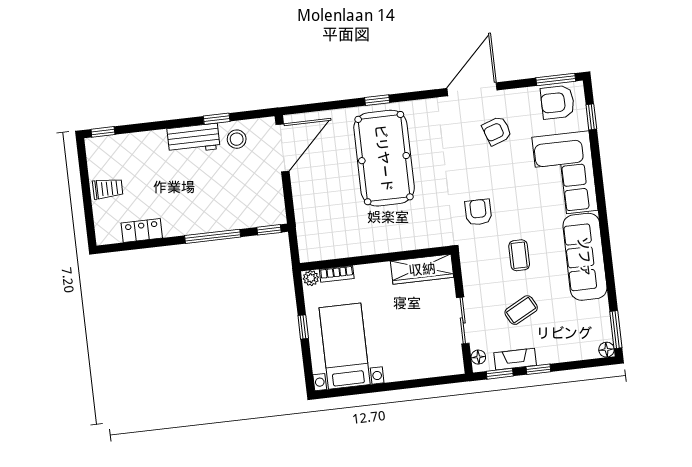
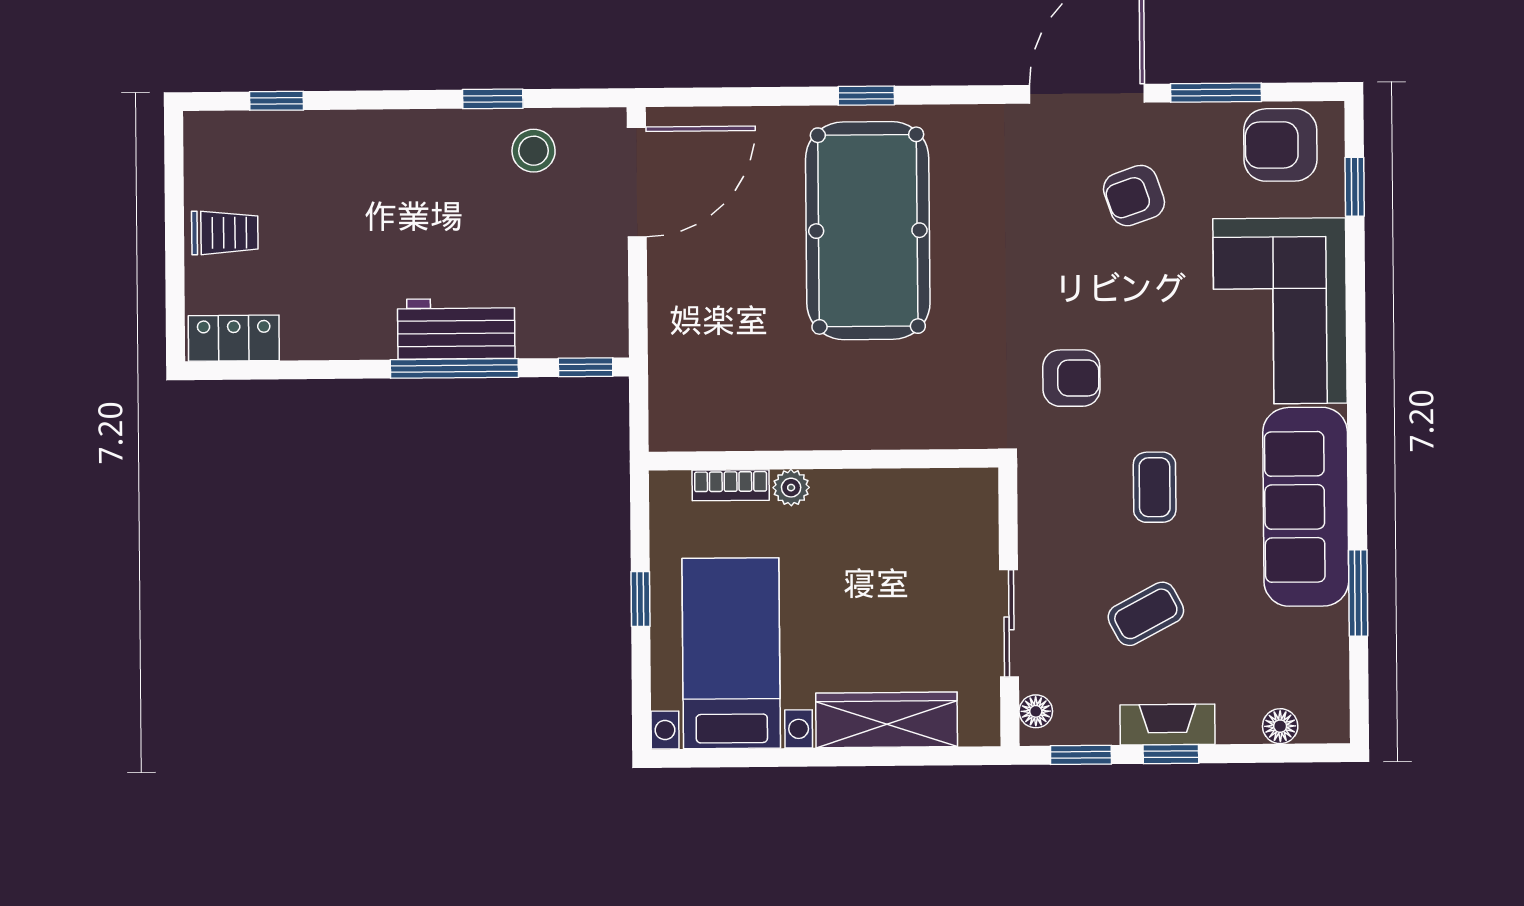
window: (556, 79) -> (1216, 93), moved
window: (103, 132) -> (276, 101), moved
workbench: (193, 139) -> (456, 329), moved, turned 180
armchair: (478, 212) -> (1071, 378), turned 90
locker: (142, 230) -> (234, 338), moved
wardrobe: (422, 269) -> (887, 720), moved, turned 180
plant: (311, 278) -> (791, 488), moved
window: (616, 330) -> (1358, 593), moved
floor lamp: (606, 350) -> (1280, 726), moved
fireplace: (515, 359) -> (1167, 725), moved

